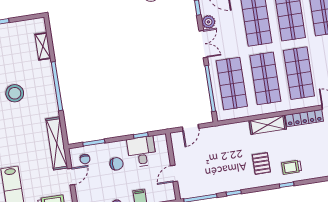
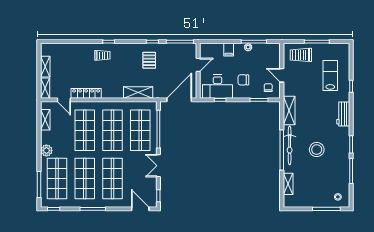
plant: (208, 22) -> (151, 183), removed
bicycle: (48, 93) -> (290, 145), added
shelving: (268, 125) -> (138, 92), moved
door: (190, 128) -> (179, 100), width x1.87
shelving: (57, 143) -> (289, 110), width x0.68
desk: (142, 152) -> (218, 87), width x1.37
pallet: (261, 163) -> (149, 60), moved
door: (71, 177) -> (282, 75), hinge flipped

